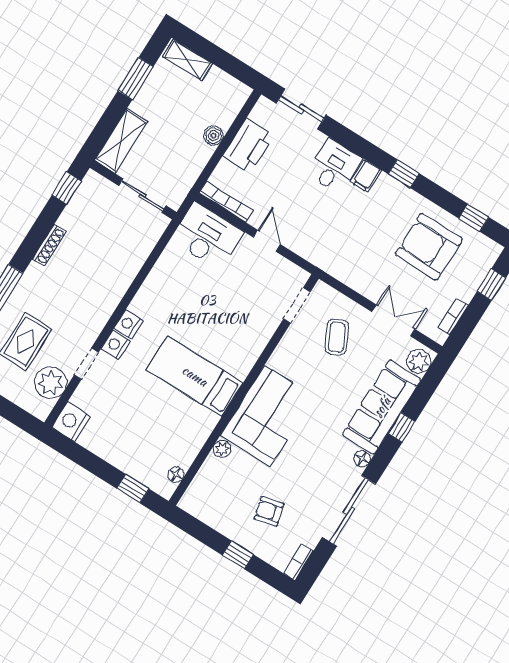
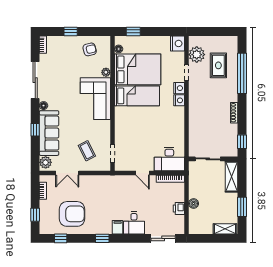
printer: (248, 146) -> (179, 208), width x0.53, depth x0.68
bed: (165, 420) -> (138, 69), added
armchair: (269, 511) -> (90, 49), moved

